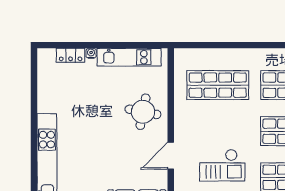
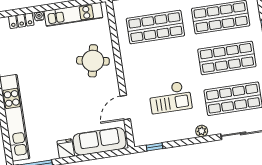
door: (171, 156) -> (125, 107), moved

